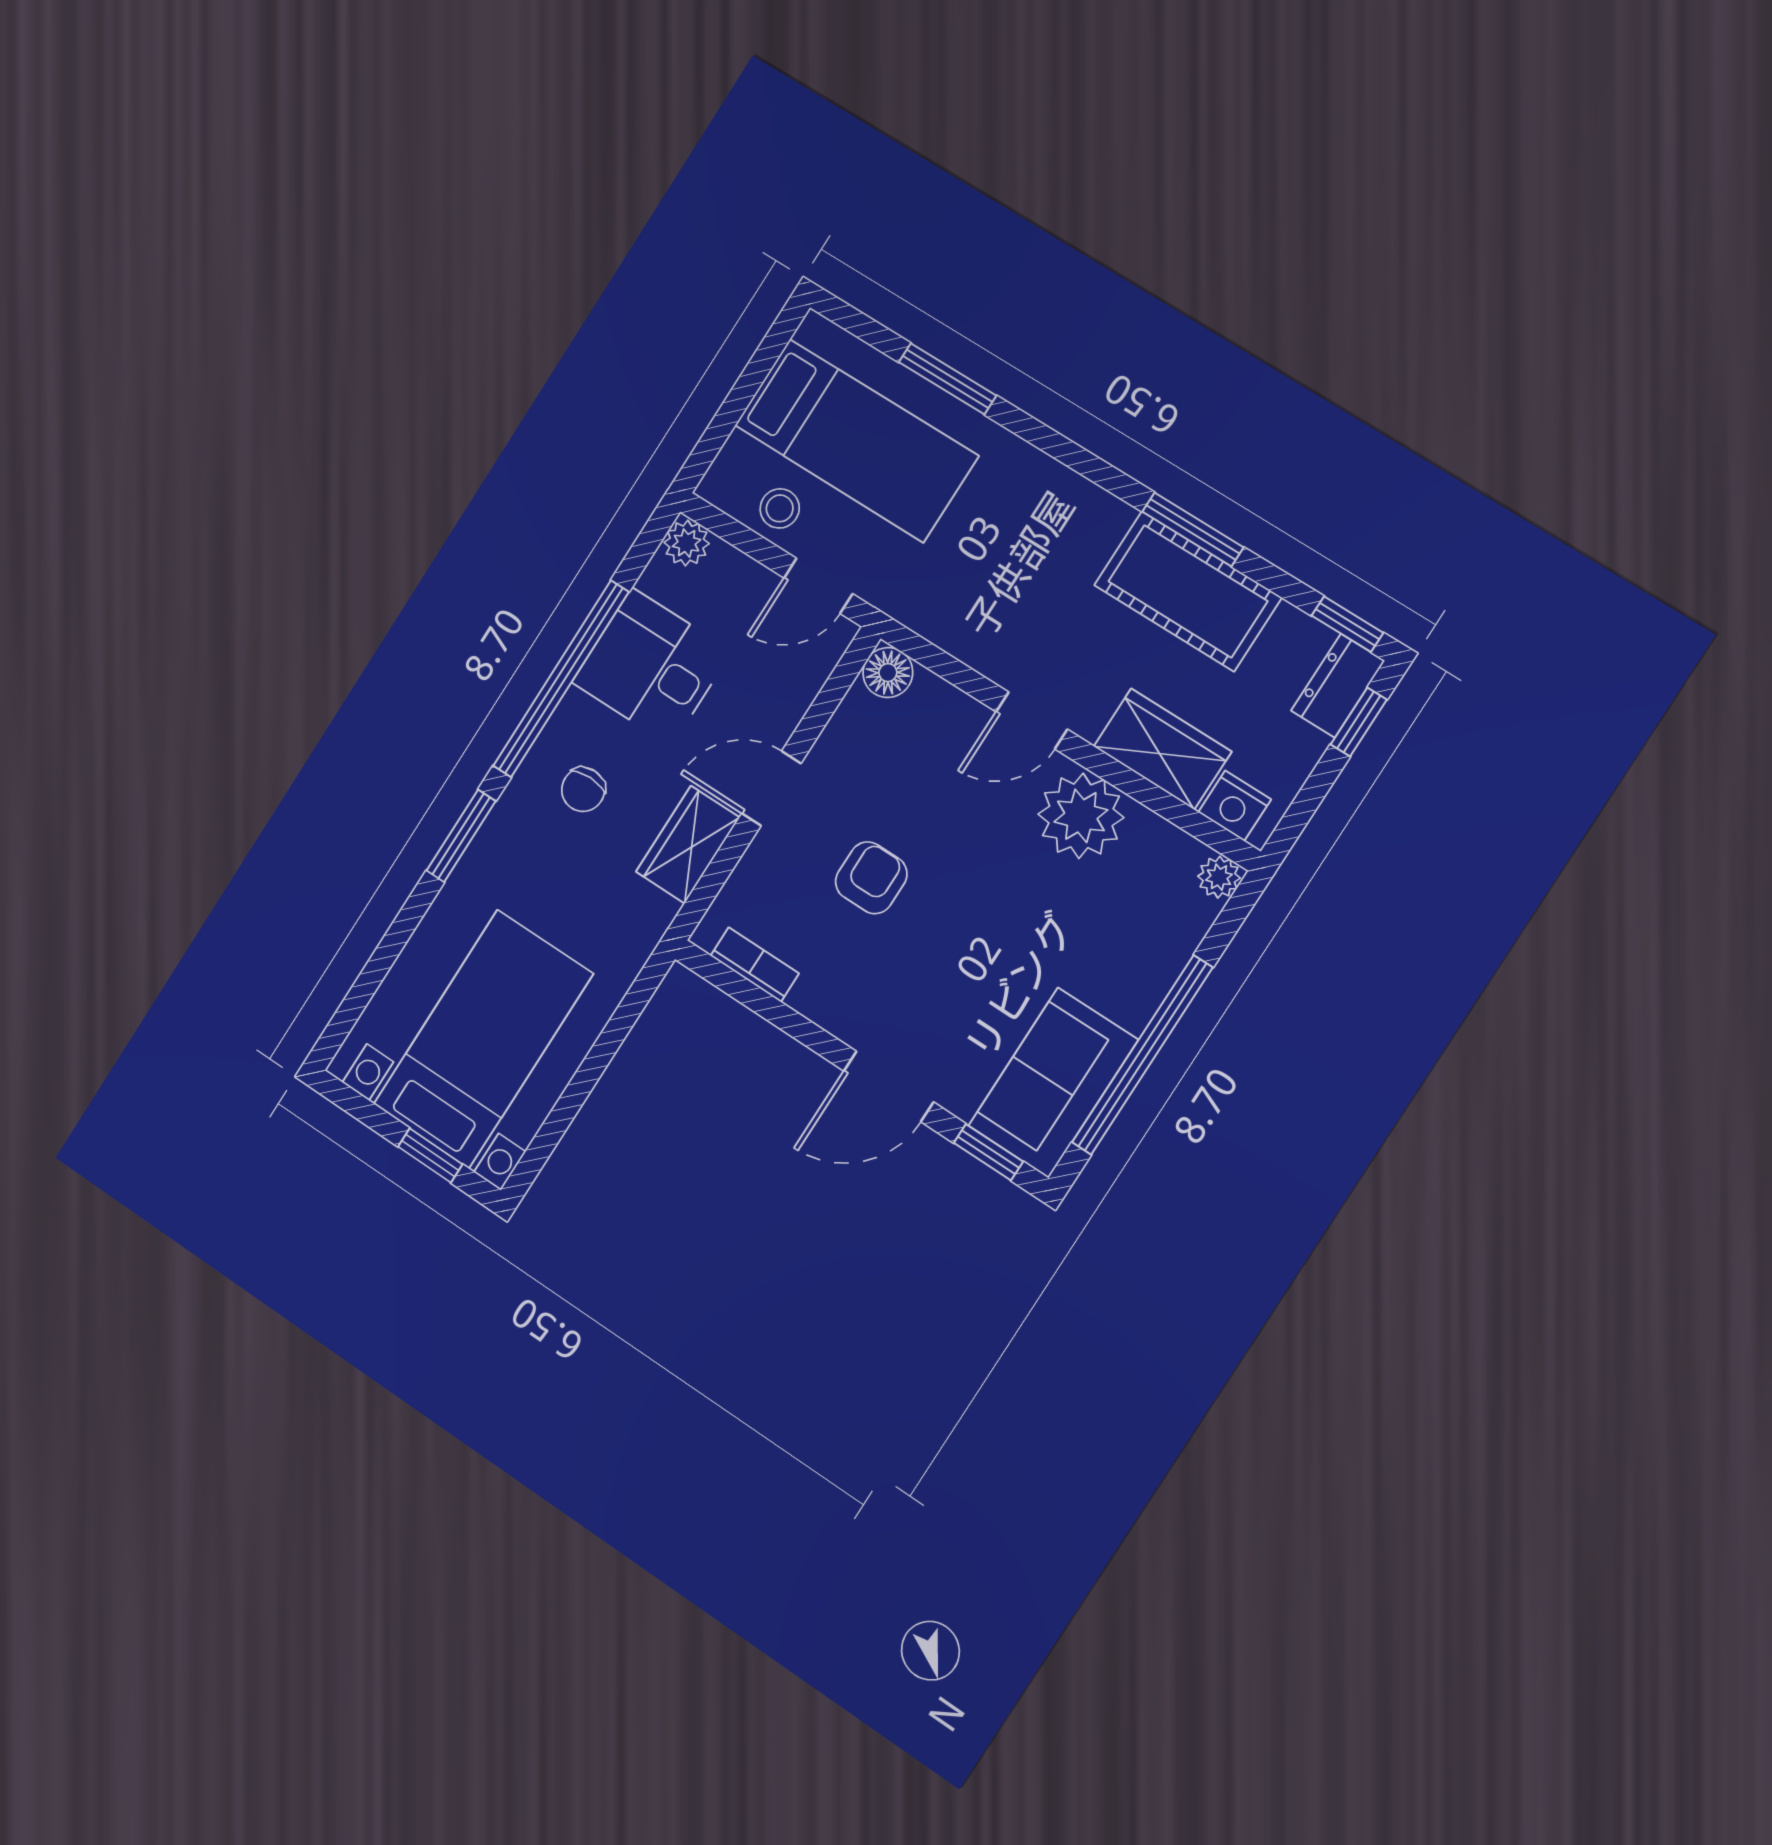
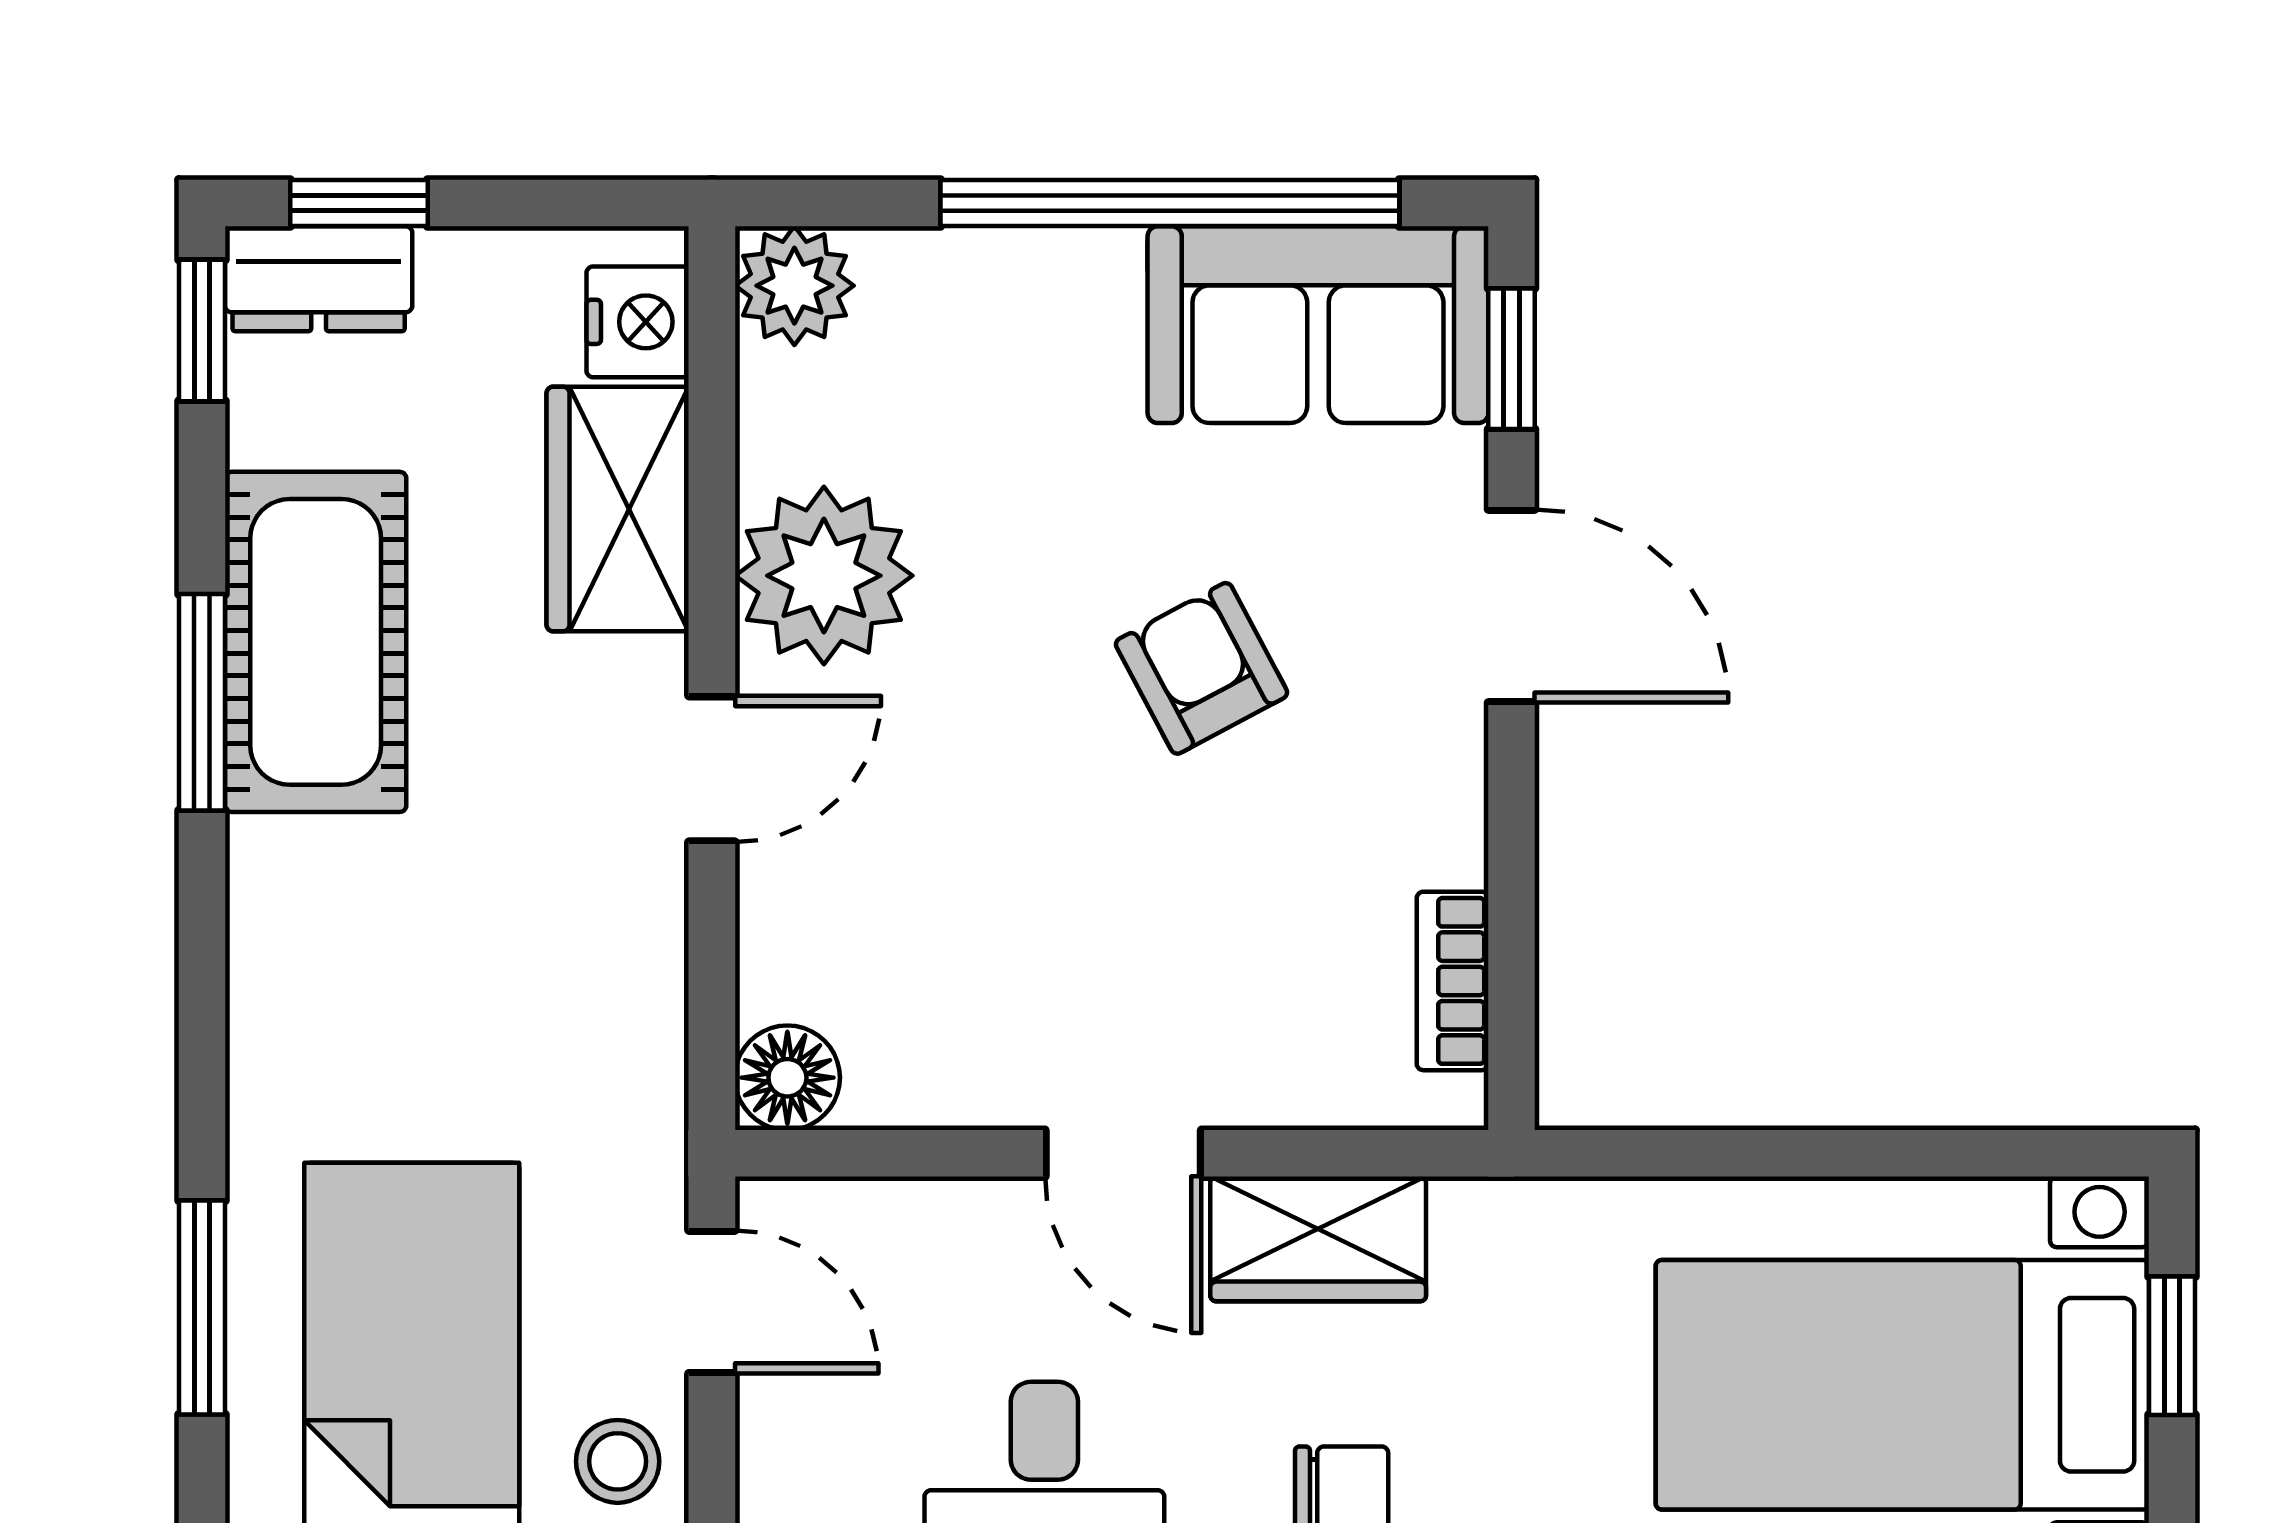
door: (1032, 721) -> (712, 769), hinge flipped
plant: (1219, 877) -> (794, 286), width x1.38, depth x1.38
armchair: (871, 878) -> (1201, 668), moved, turned 62

